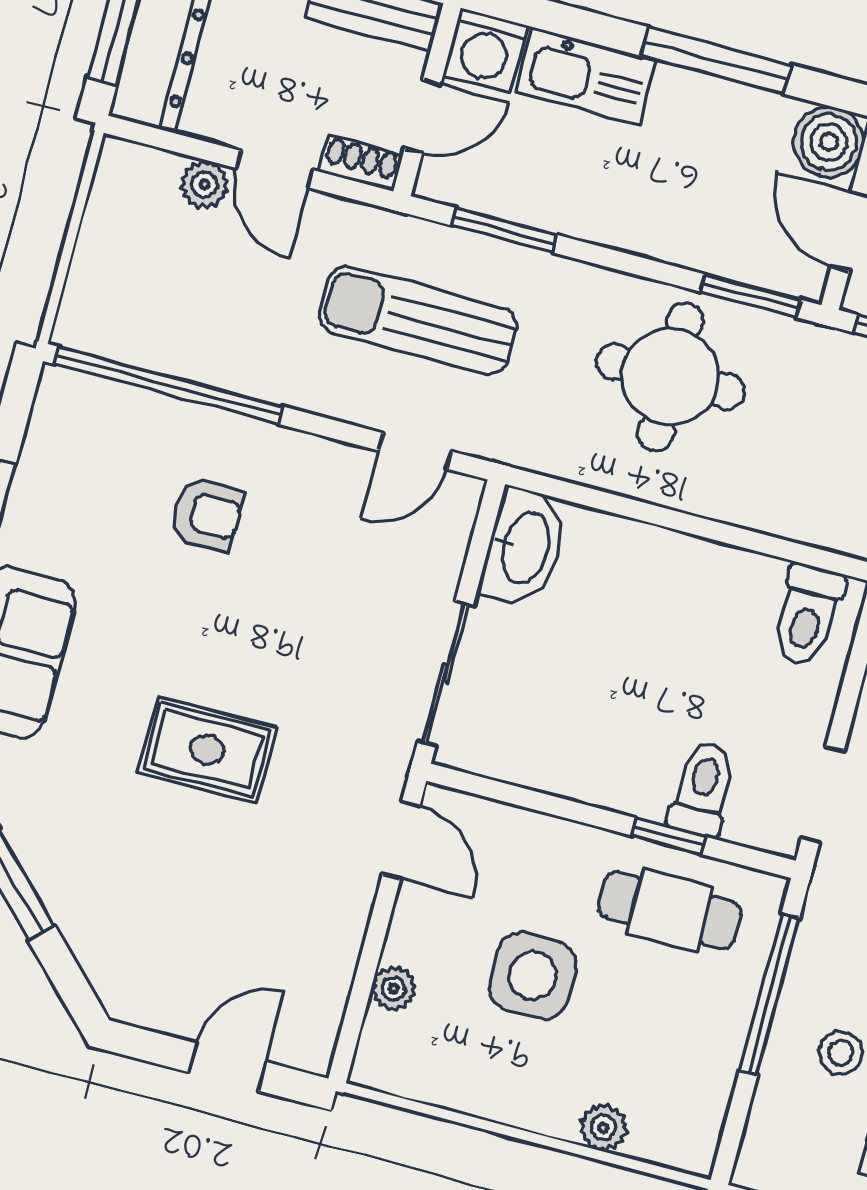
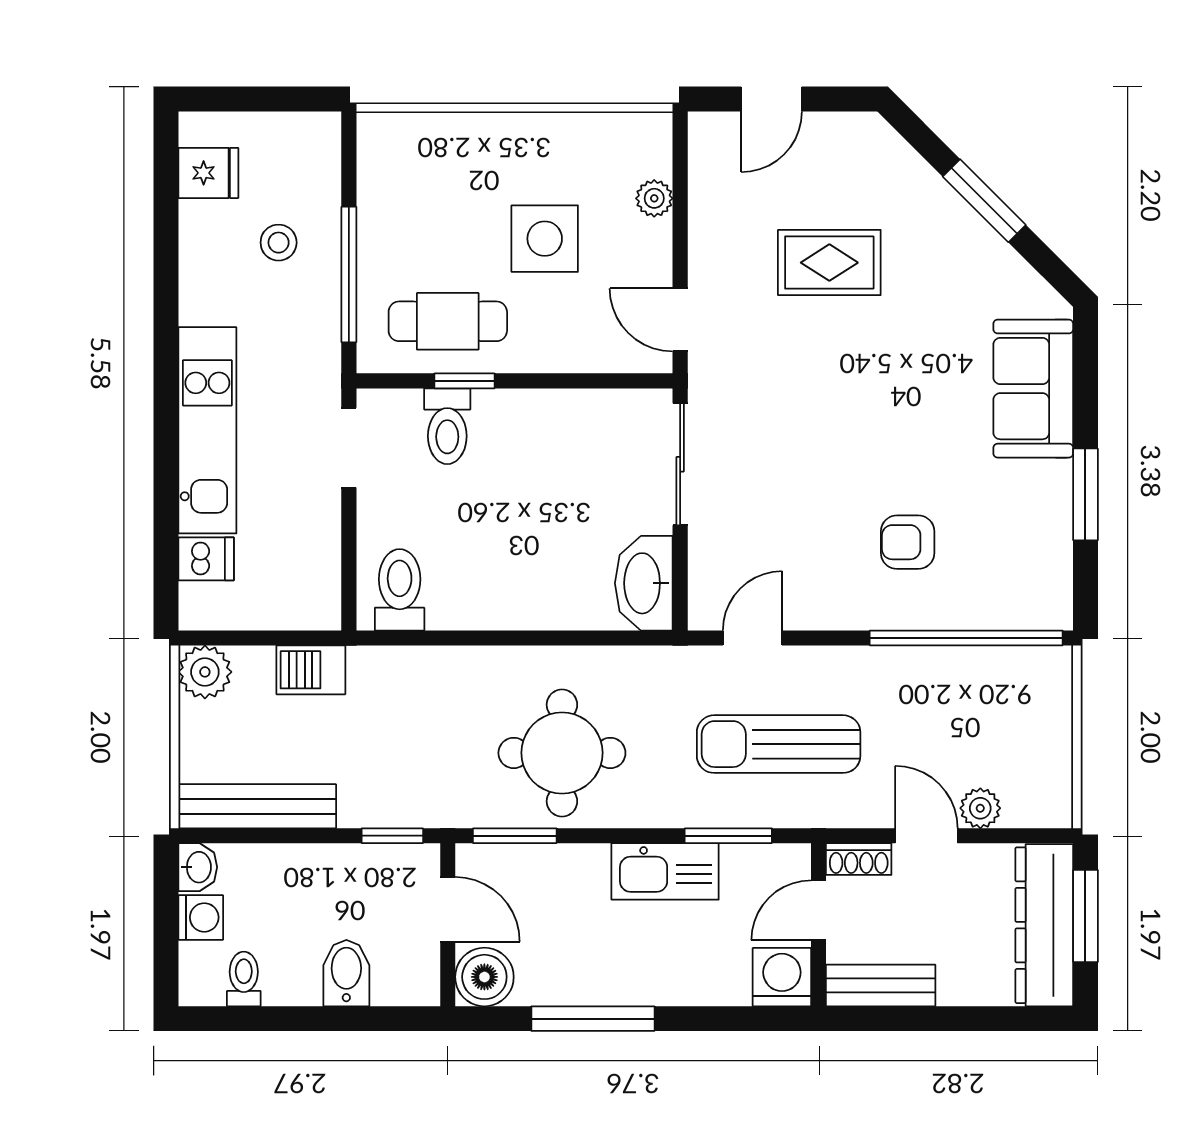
kitchen sink: (586, 76) -> (665, 871), moved, turned 180
sun lounger: (418, 320) -> (779, 744), turned 180
rug: (207, 749) -> (829, 263), moved
plant: (603, 1128) -> (455, 131), removed

